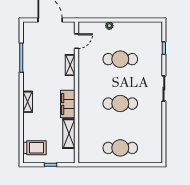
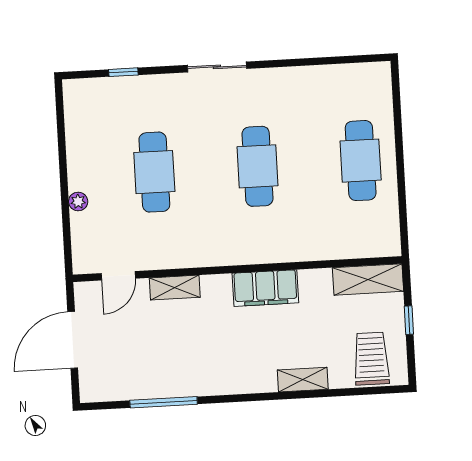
door: (77, 41) -> (118, 276), swing flipped
shelving: (28, 102) -> (303, 380), moved
shelving: (69, 134) -> (368, 279), moved

